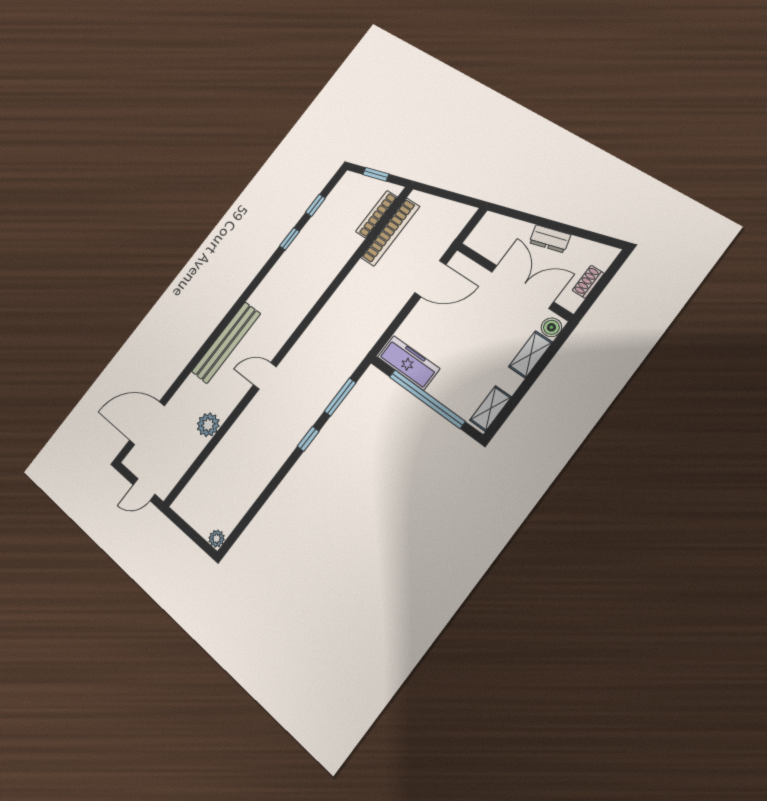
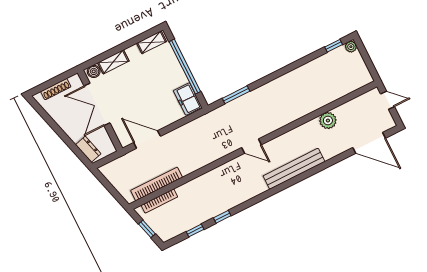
dresser: (550, 239) -> (88, 149), moved
shoe rack: (588, 282) -> (56, 89), width x1.43
freezer: (408, 363) -> (188, 99), width x0.71
door: (265, 376) -> (251, 146), moved
window: (308, 439) -> (334, 46), moved

